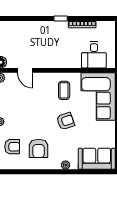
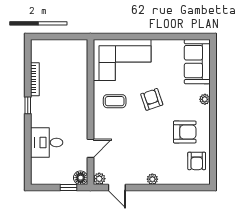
desk: (94, 55) -> (47, 142), moved, turned 180
armchair: (12, 147) -> (197, 161), moved, turned 180

